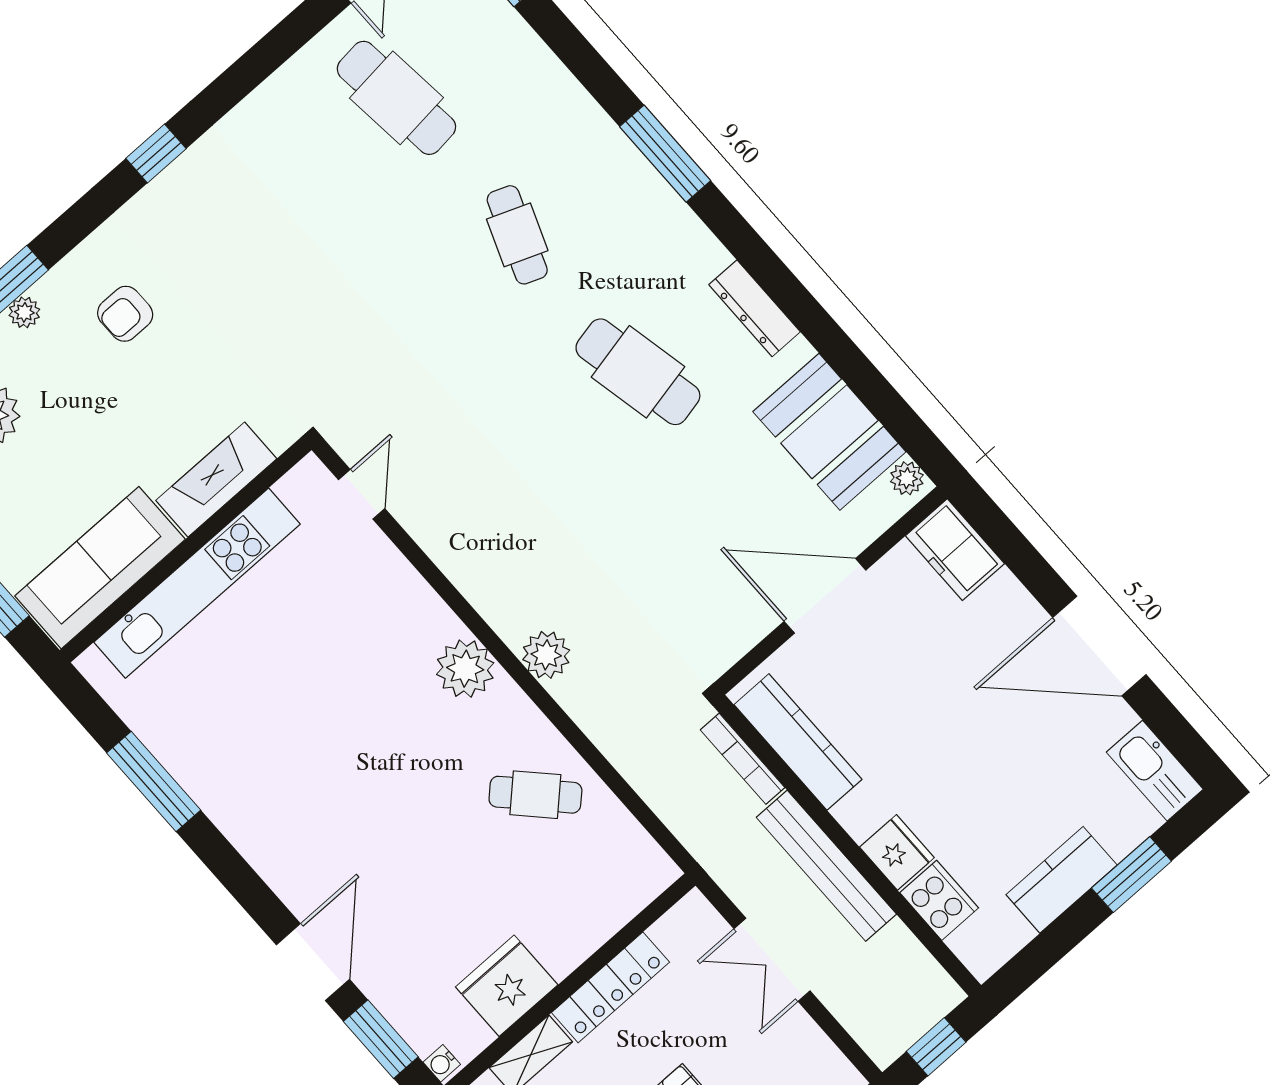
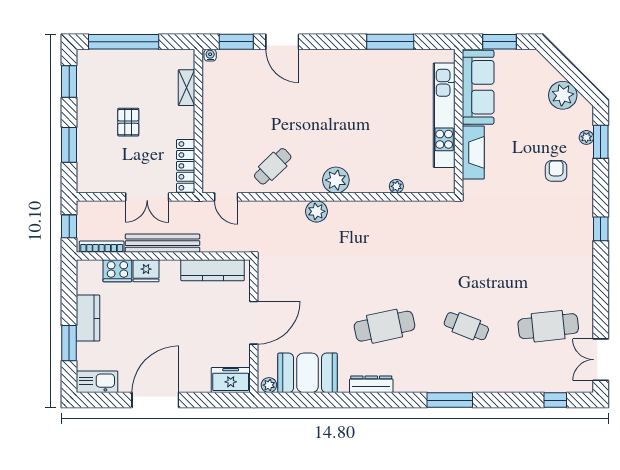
door: (362, 494) -> (226, 197), moved
plant: (386, 558) -> (396, 186), added
bookcase: (743, 759) -> (102, 247), moved
double door: (772, 960) -> (147, 197), swing flipped
fridge: (507, 986) -> (217, 100), removed
locker: (611, 987) -> (186, 166), moved

